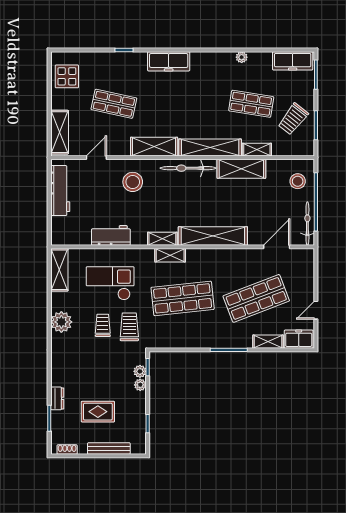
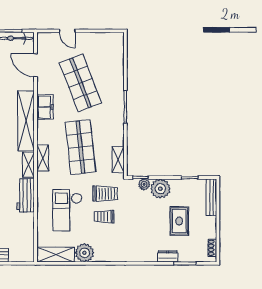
workbench: (111, 235) -> (26, 195), moved
door: (316, 310) -> (67, 31), moved
plant: (61, 322) -> (85, 253), moved
trolley: (129, 327) -> (105, 194), turned 180
freezer: (299, 339) -> (45, 107), moved, turned 180
shelving: (268, 342) -> (118, 159), moved
plant: (140, 385) -> (160, 189), width x1.88, depth x1.88
bench: (109, 448) -> (211, 197), moved

